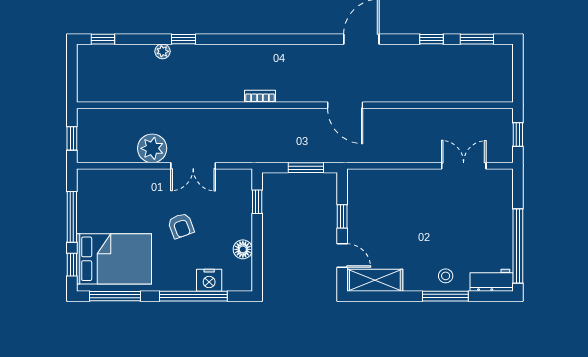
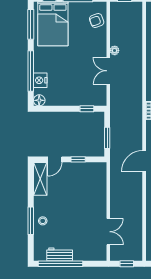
plant: (152, 148) -> (115, 50), width x0.53, depth x0.53
armchair: (181, 226) -> (97, 21), moved
floor lamp: (243, 249) -> (39, 100), moved
workbench: (492, 280) -> (60, 254), moved, turned -90

